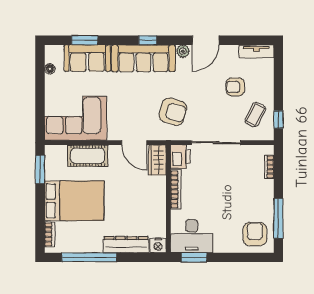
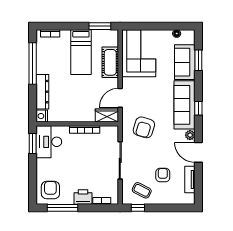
tv unit: (256, 51) -> (190, 179), moved
printer: (180, 157) -> (83, 197), moved, turned 180
bed: (74, 201) -> (81, 52), width x0.67
armchair: (255, 234) -> (50, 190), turned -90

